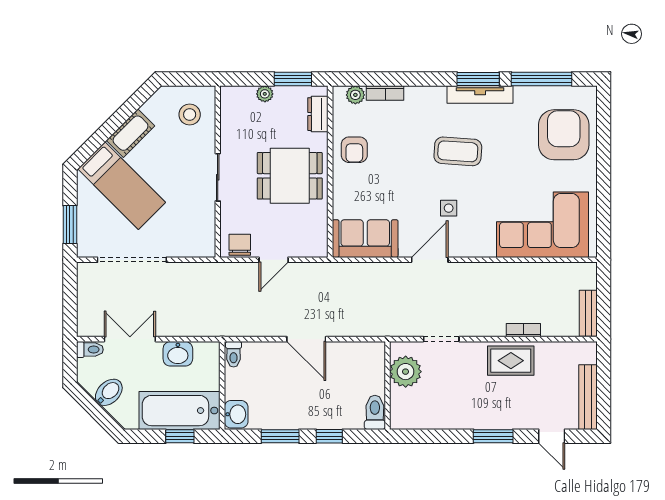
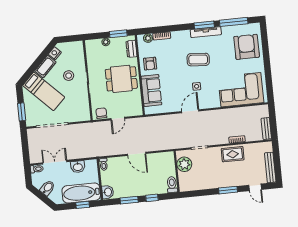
nightstand: (154, 107) -> (55, 53), added
stool: (190, 115) -> (69, 76), moved
sofa: (365, 239) -> (151, 90), moved, turned 90

